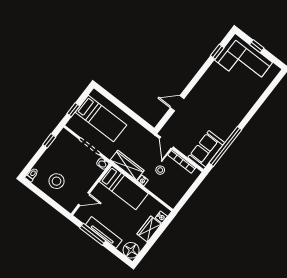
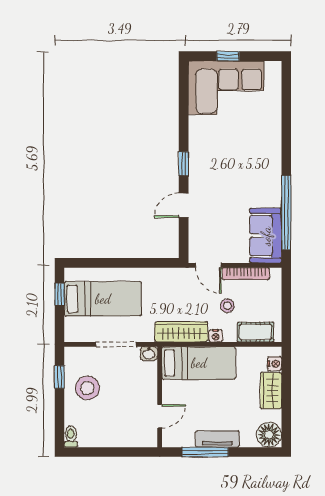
window: (217, 52) -> (184, 164), moved
window: (73, 110) -> (60, 294), moved
stool: (57, 181) -> (87, 388), moved
cot: (164, 194) -> (256, 332), added
tv unit: (104, 232) -> (217, 439), width x0.71

